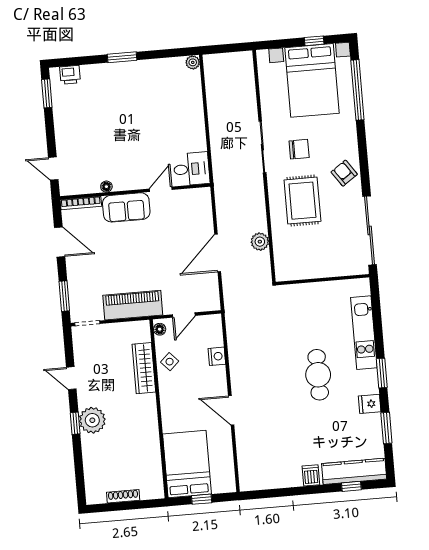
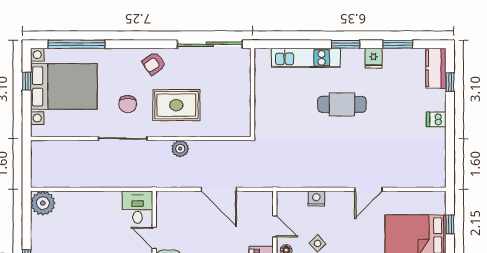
plant: (193, 62) -> (43, 203), width x1.88, depth x1.88
chair: (299, 149) -> (128, 104), turned 180
plant: (260, 242) -> (180, 149), moved
kitchen counter: (354, 471) -> (436, 68), width x0.67

